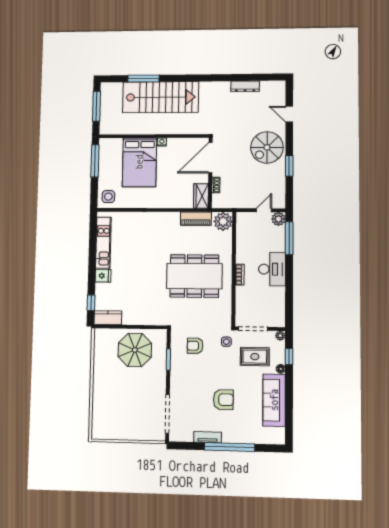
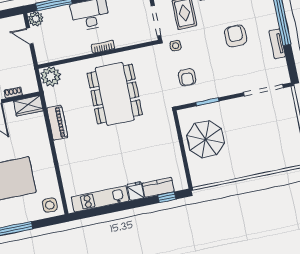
piano: (196, 219) -> (57, 123), moved
kitchen counter: (108, 318) -> (158, 187), moved, turned 90

